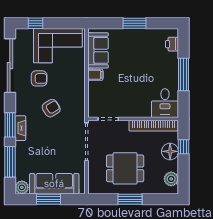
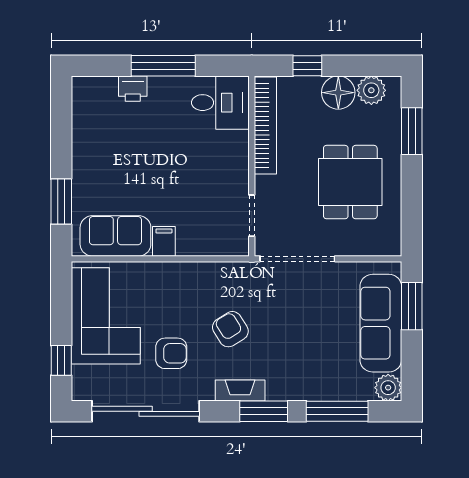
window: (134, 23) -> (61, 202), moved
printer: (172, 44) -> (133, 89), moved
armchair: (39, 78) -> (171, 353), turned 90
fireplace: (20, 128) -> (240, 391), moved
floor lamp: (170, 151) -> (338, 93), moved
window: (49, 199) -> (412, 306), moved
window: (130, 199) -> (412, 131), moved

